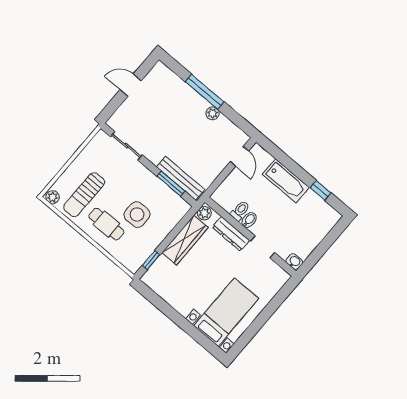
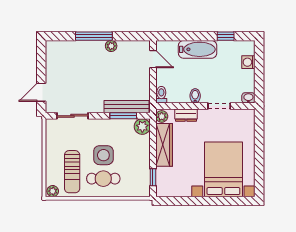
door: (131, 85) -> (41, 92), moved
plant: (180, 207) -> (142, 126), added
toilet: (240, 211) -> (161, 95), moved
side table: (137, 214) -> (103, 155), moved
washing machine: (321, 230) -> (248, 62), added
dresser: (231, 234) -> (186, 115), width x0.70
bed with nightstands: (226, 312) -> (223, 169), width x1.36

